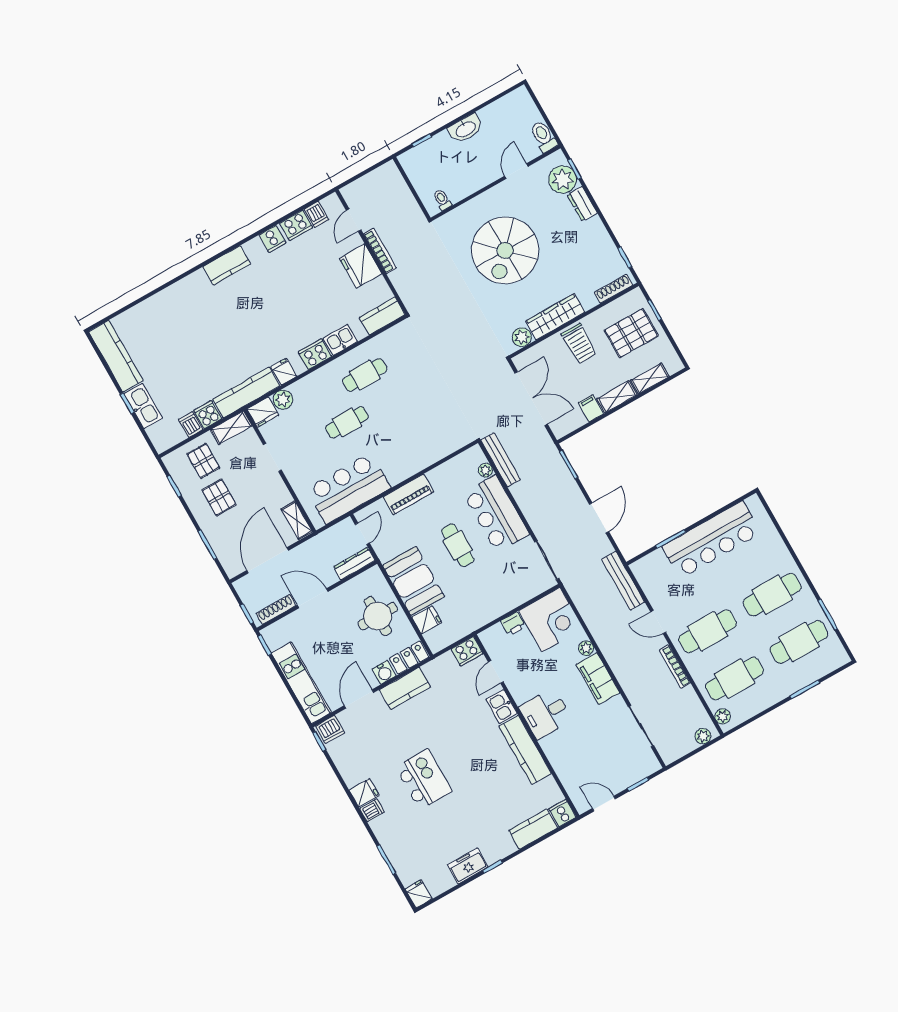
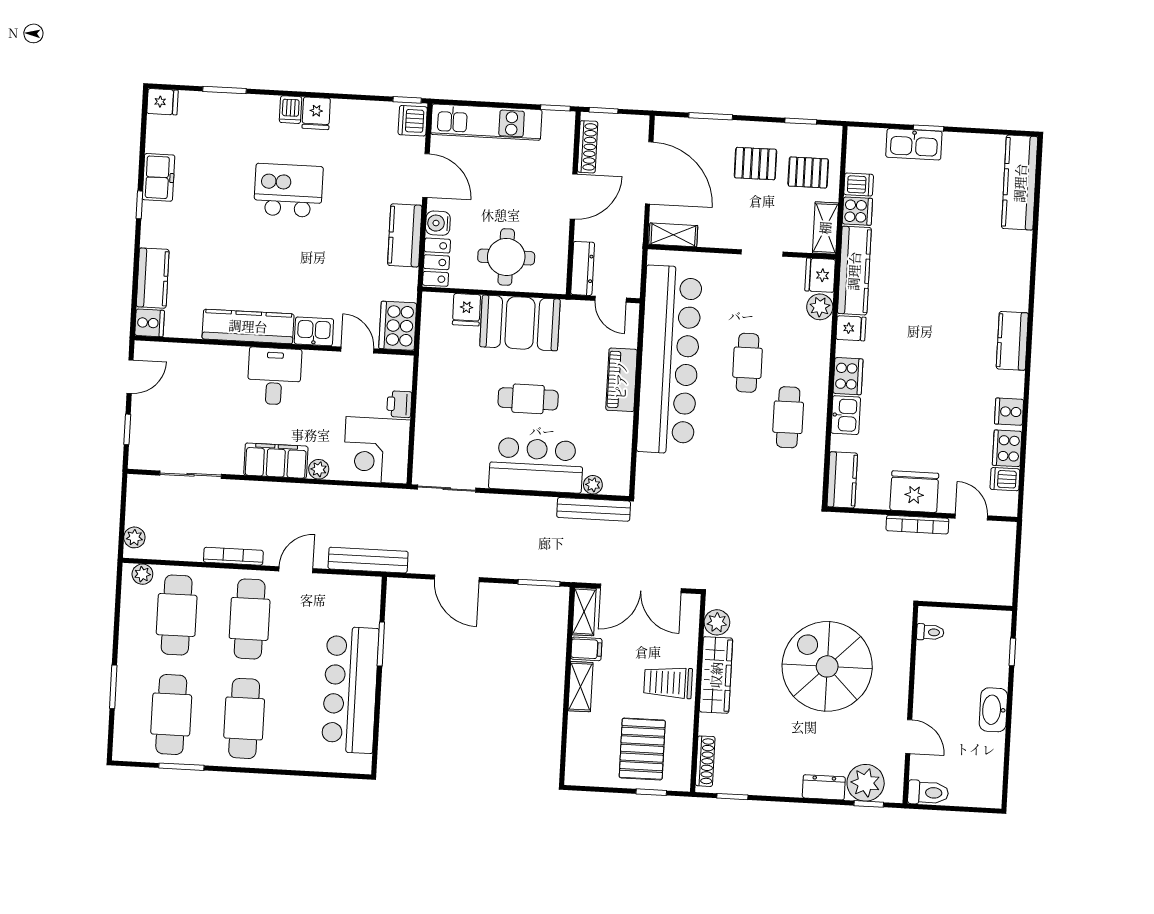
kitchen counter: (116, 356) -> (1020, 183), moved, turned 90
shelving: (650, 378) -> (584, 612), moved
bar counter: (348, 488) -> (670, 360), width x1.86
cooker: (467, 651) -> (398, 326), width x1.37, depth x1.31
kitchen island: (424, 779) -> (288, 190), turned 180

